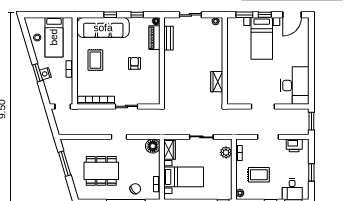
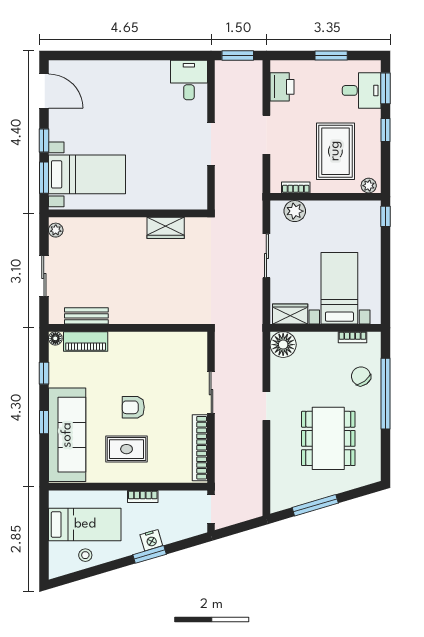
bed with nightstands: (262, 38) -> (87, 174), moved
armchair: (134, 63) -> (133, 407), moved
desk: (295, 86) -> (189, 80), width x0.53, depth x0.77
rug: (259, 175) -> (335, 151), width x1.36, depth x1.43

